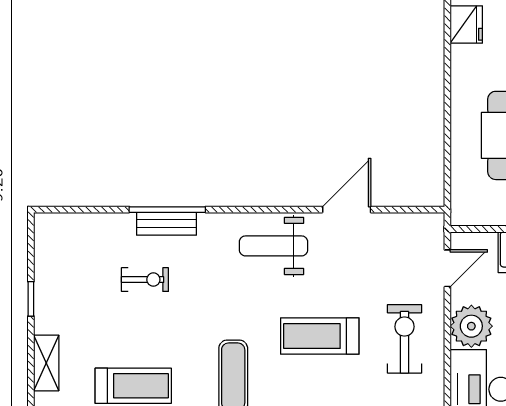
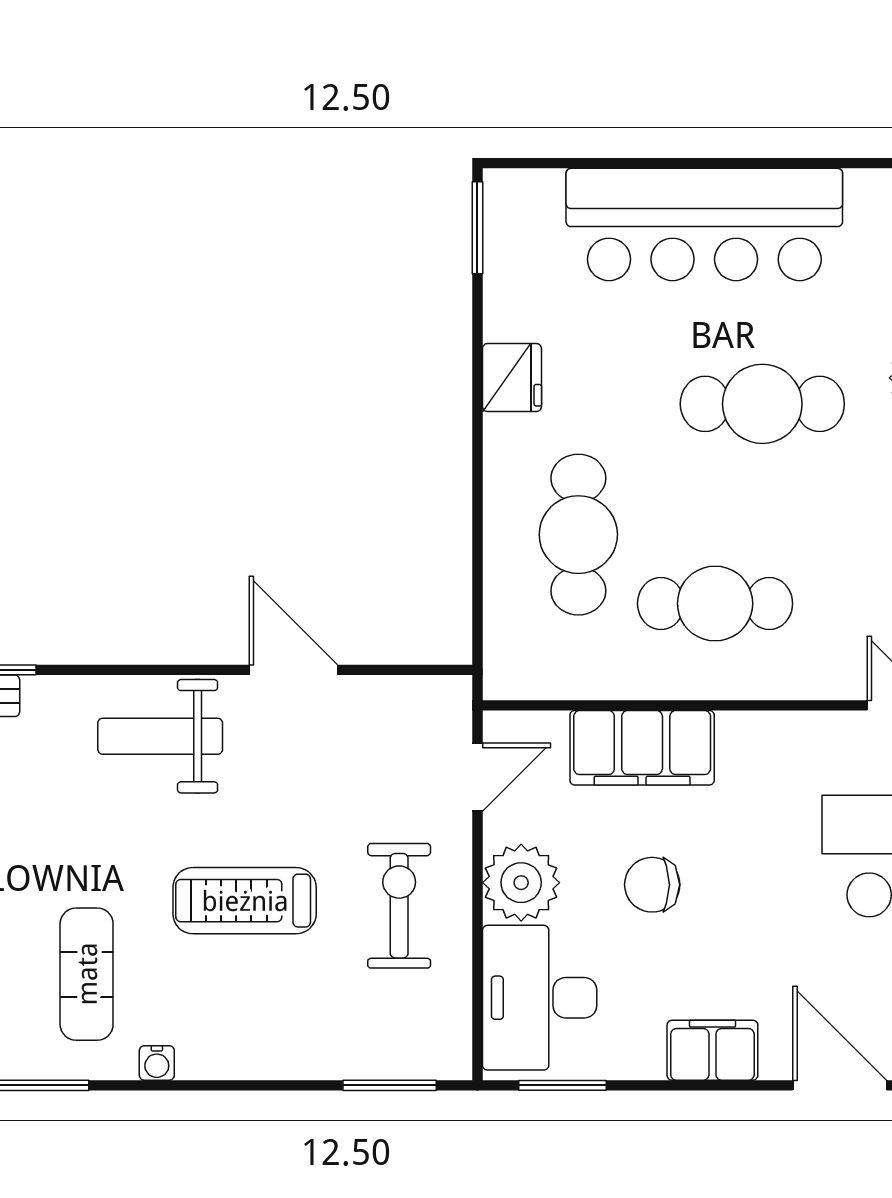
fridge: (466, 25) -> (512, 378), moved
door: (347, 210) -> (293, 670), hinge flipped

